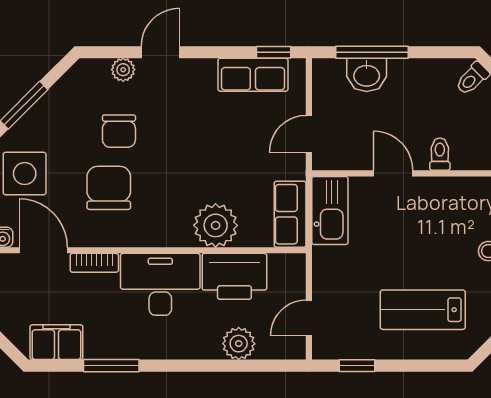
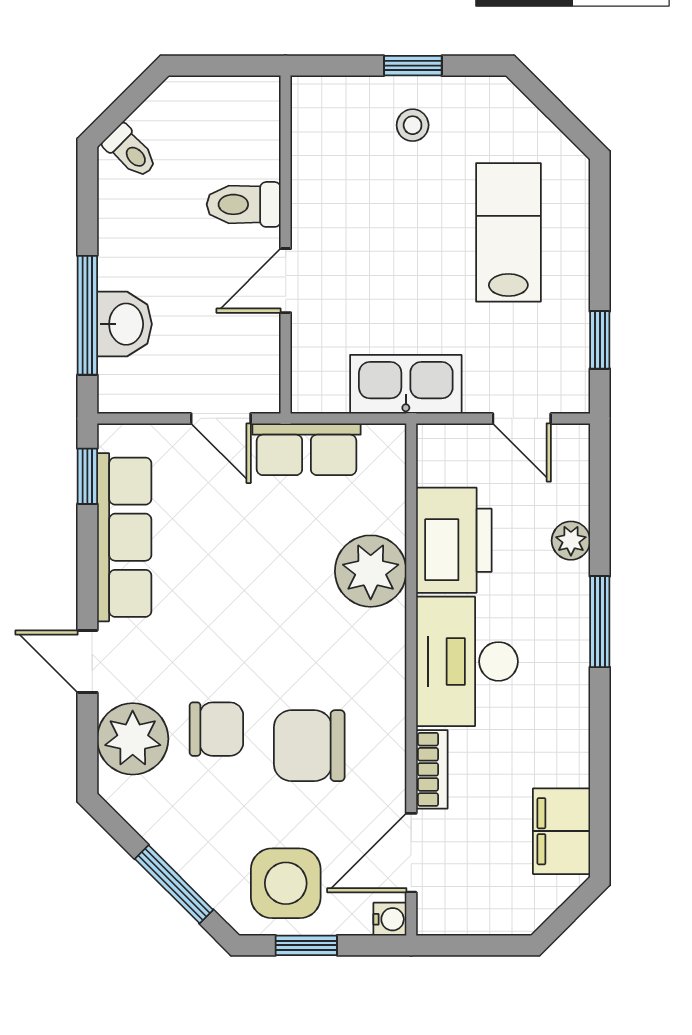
plant: (123, 70) -> (133, 739), width x1.87, depth x1.87
row of seats: (253, 75) -> (124, 537), width x1.48
toilet: (440, 154) -> (244, 204), width x1.37, depth x1.39
kitchen sink: (330, 210) -> (406, 384), moved
row of seats: (290, 214) -> (306, 449), moved
lab bench: (423, 310) -> (508, 232), turned 180
plant: (239, 344) -> (571, 541), width x0.73, depth x0.73
window: (111, 366) -> (600, 622), moved

